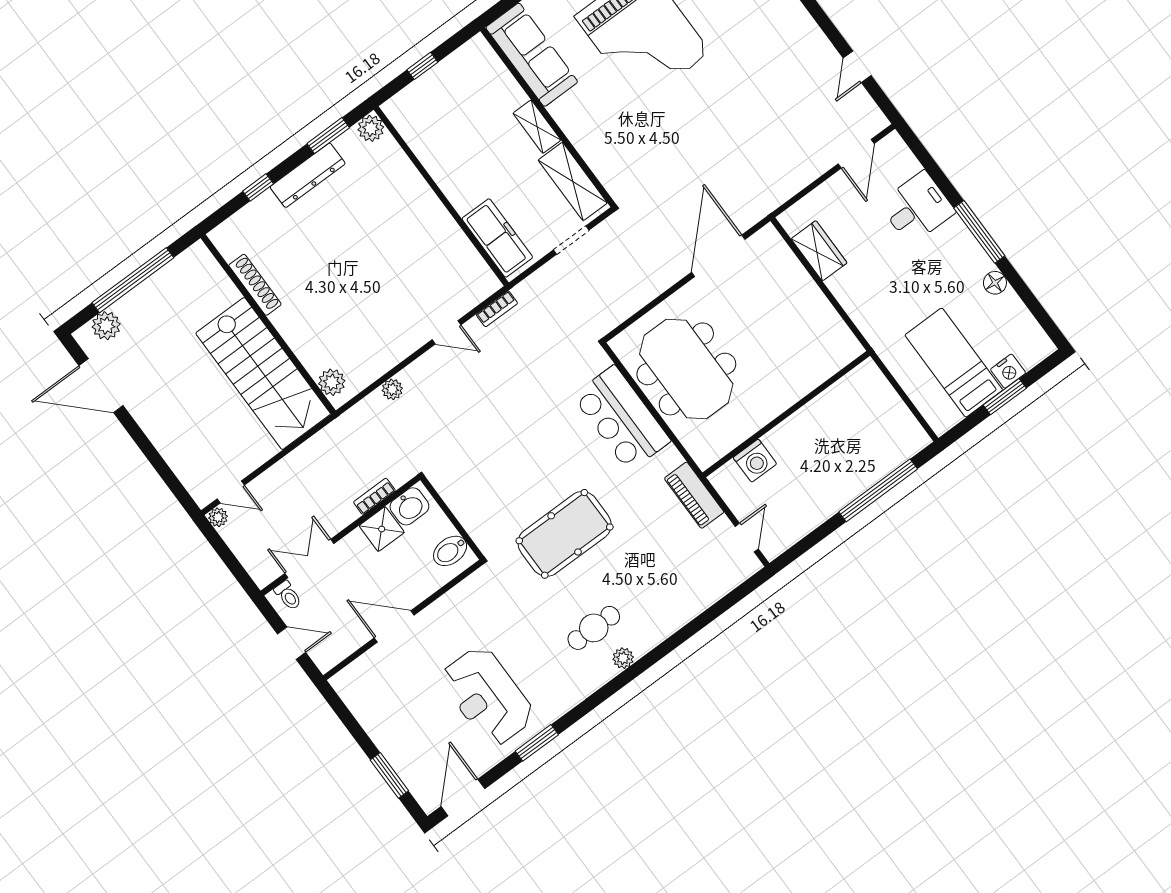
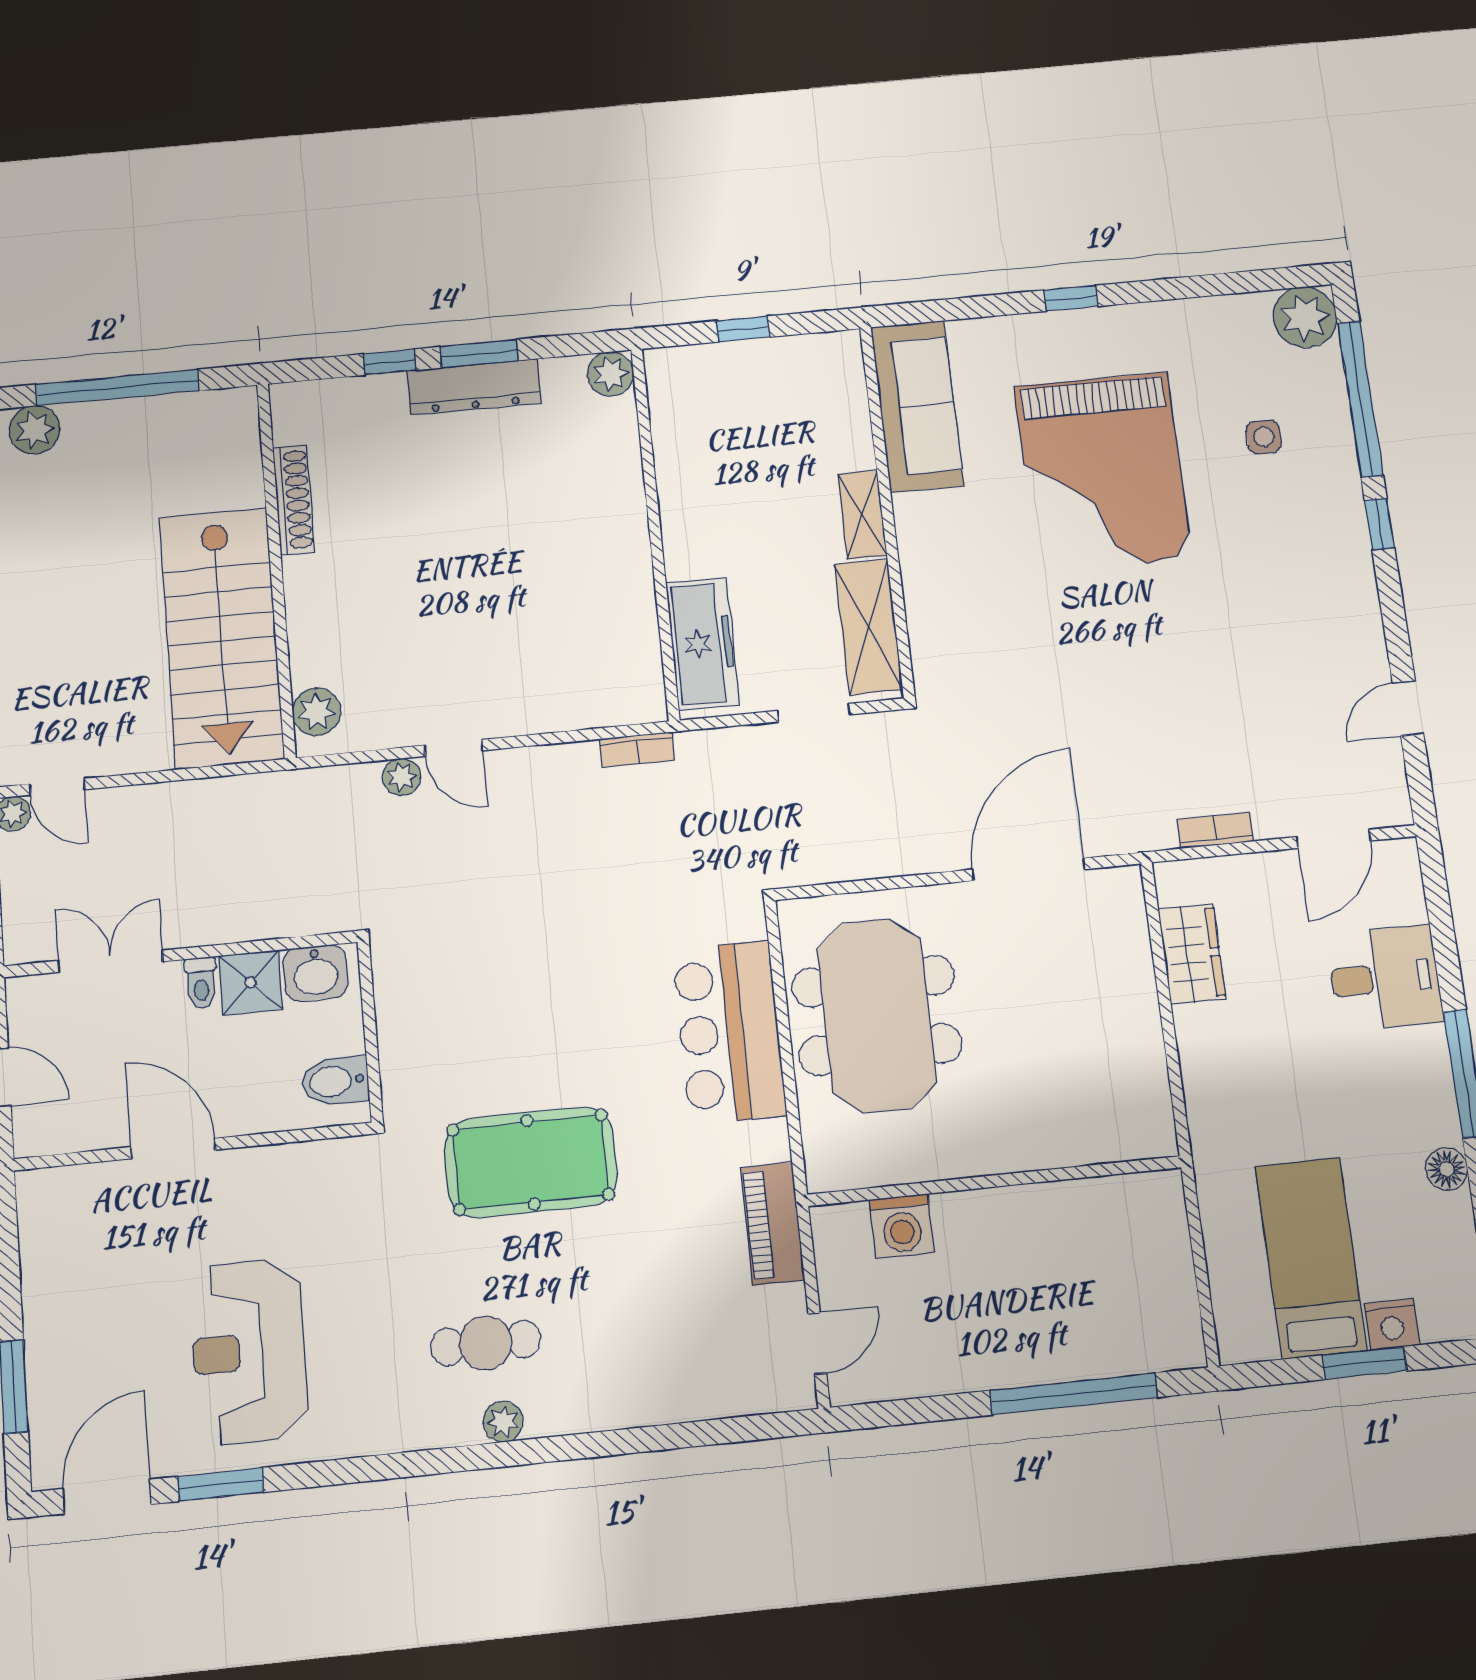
window: (328, 136) -> (479, 354), moved
door: (447, 332) -> (454, 748), moved
bookcase: (374, 496) -> (1215, 831), moved
toilet: (288, 595) -> (201, 983), moved
window: (537, 743) -> (221, 1484), moved

